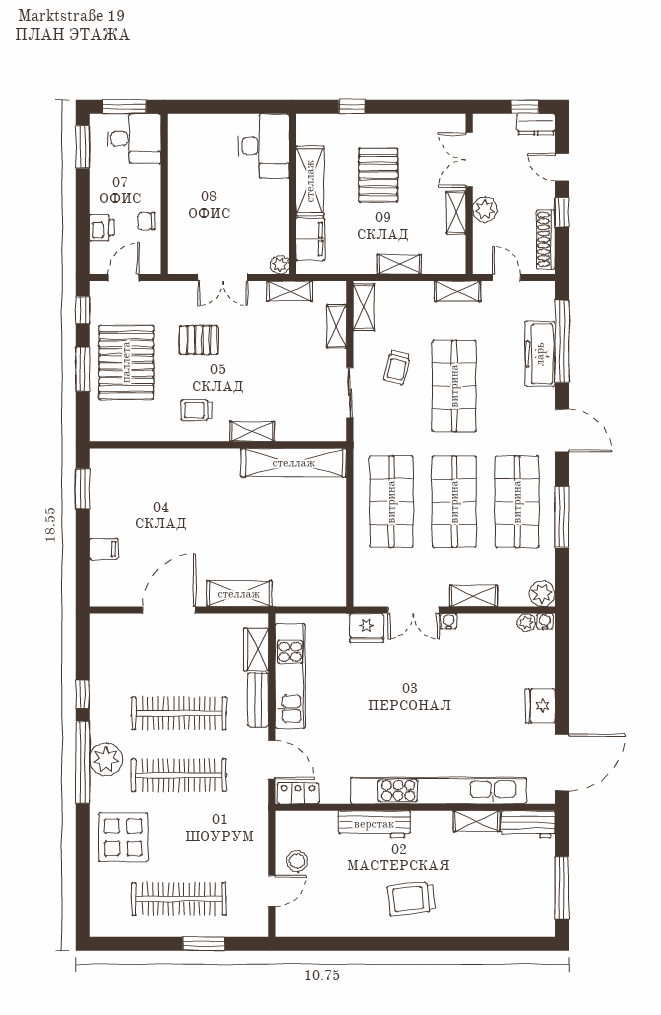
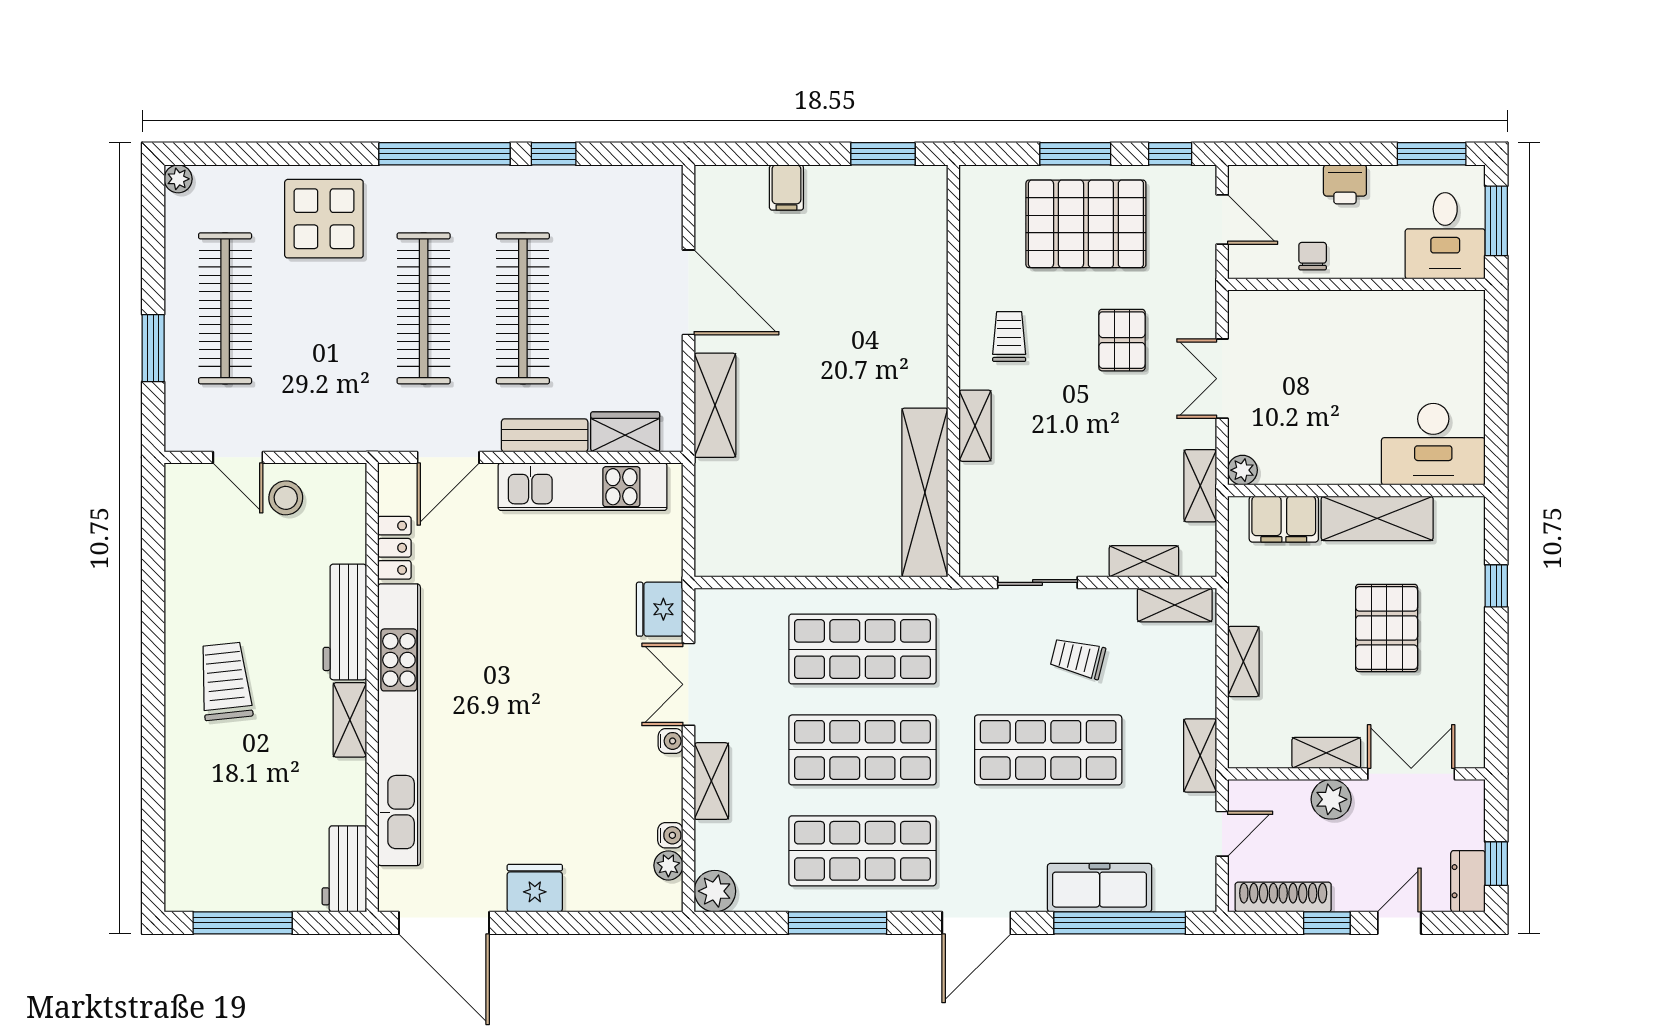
pallet: (378, 175) -> (1387, 628), turned 90
printer: (102, 228) -> (1345, 184), moved
water cooler: (545, 621) -> (670, 835), moved
plant: (106, 760) -> (178, 179), moved, width x0.53, depth x0.53
locker: (298, 793) -> (394, 548), moved
shelving: (476, 821) -> (350, 720), moved

